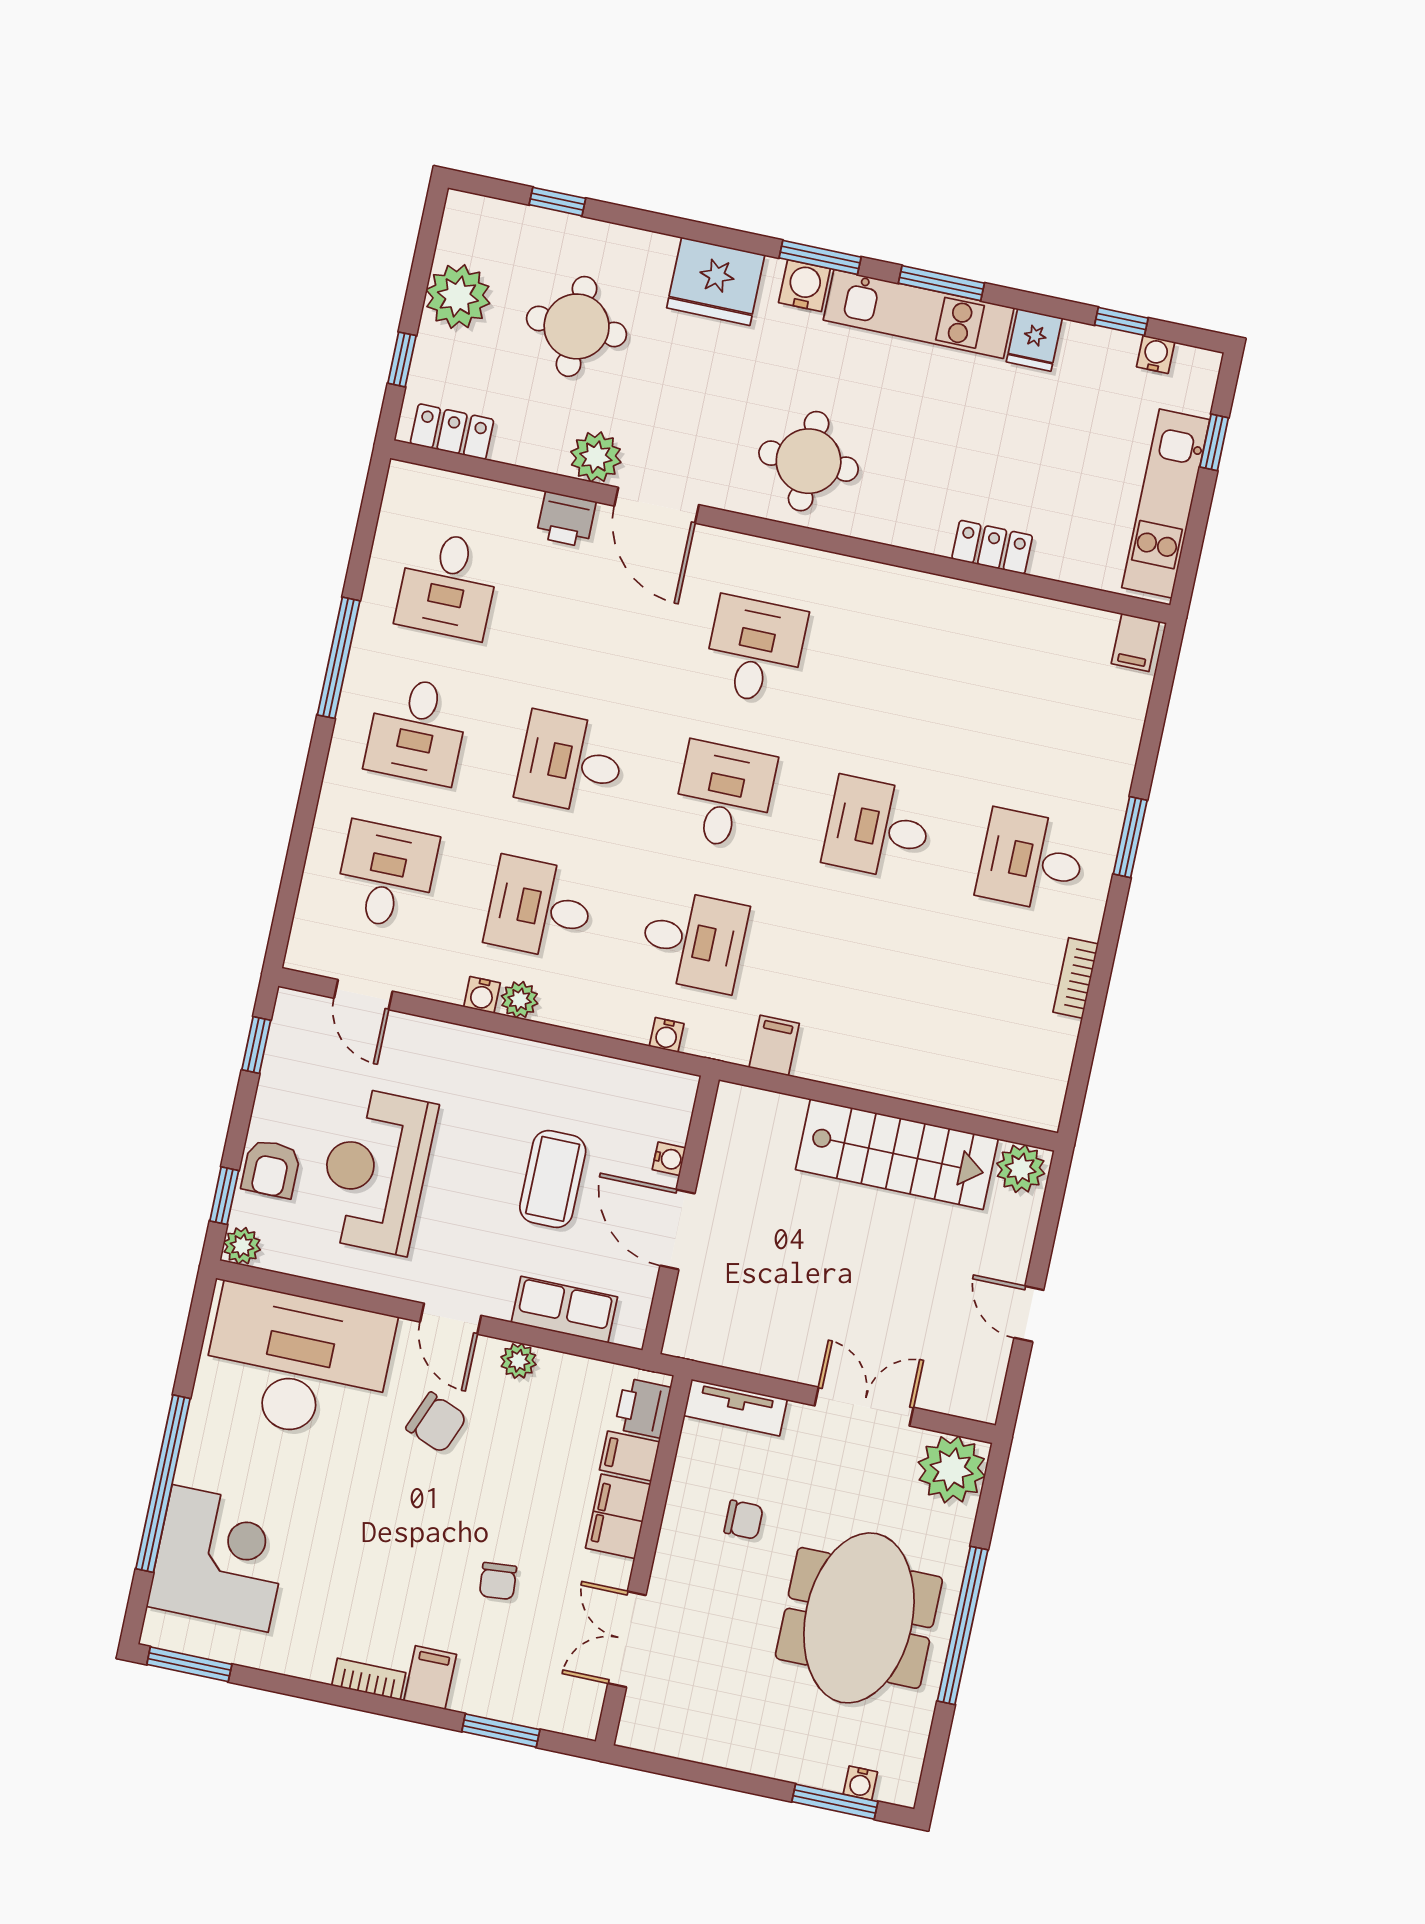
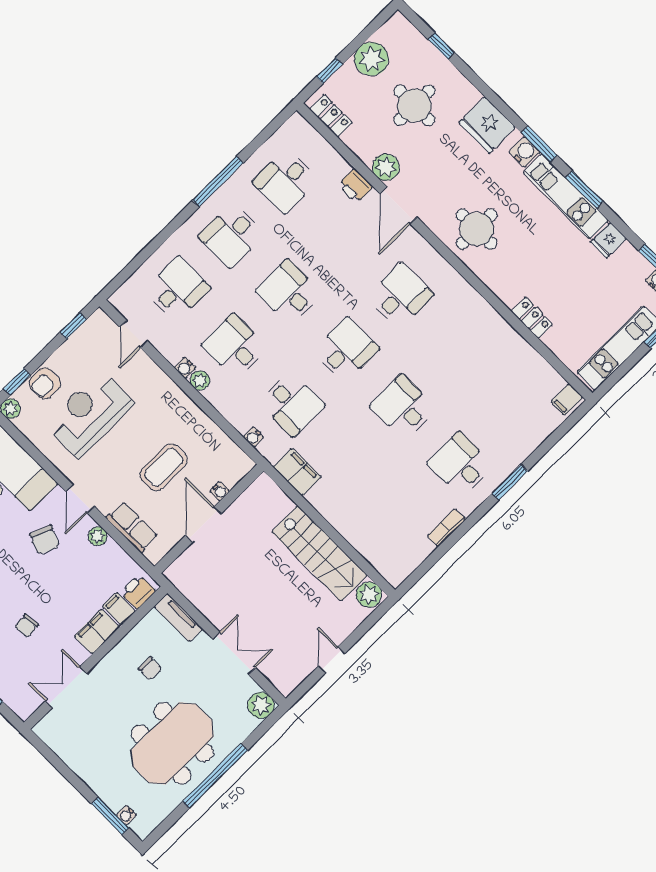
filing cabinet: (774, 1045) -> (297, 472), width x2.00
plant: (952, 1469) -> (261, 705), width x0.73, depth x0.73

